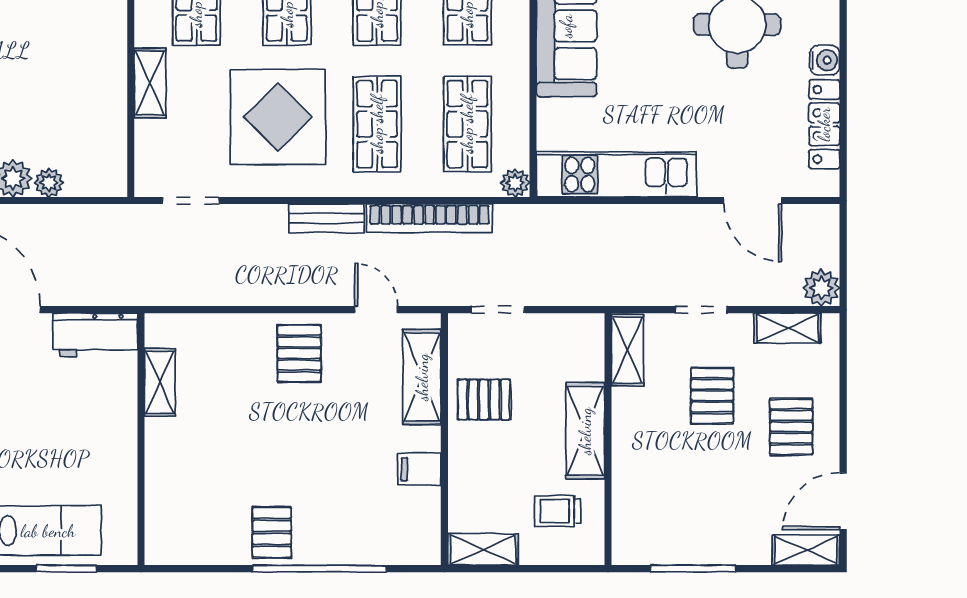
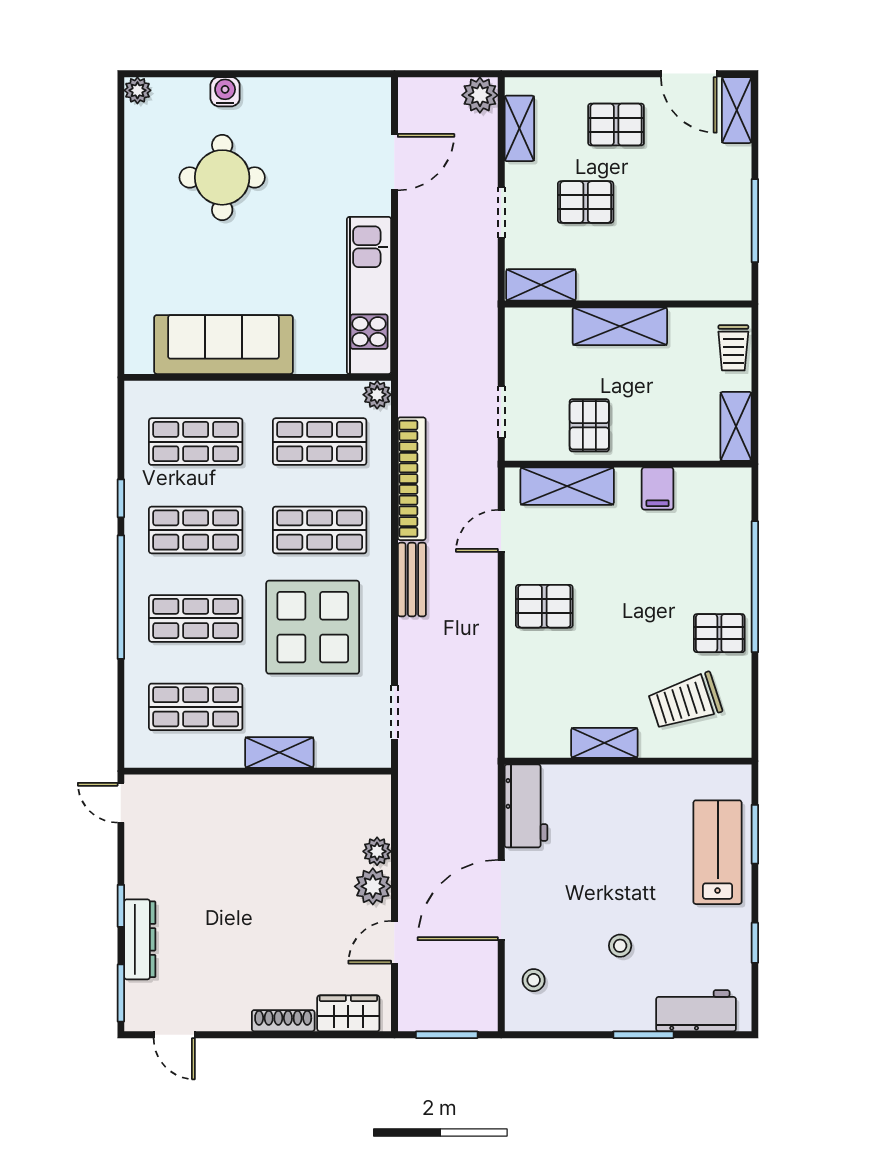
water cooler: (825, 60) -> (225, 92), moved
locker: (824, 124) -> (320, 92), removed
shelving: (160, 382) -> (604, 743), moved
trolley: (202, 497) -> (685, 701), added
trolley: (558, 511) -> (733, 348), moved

